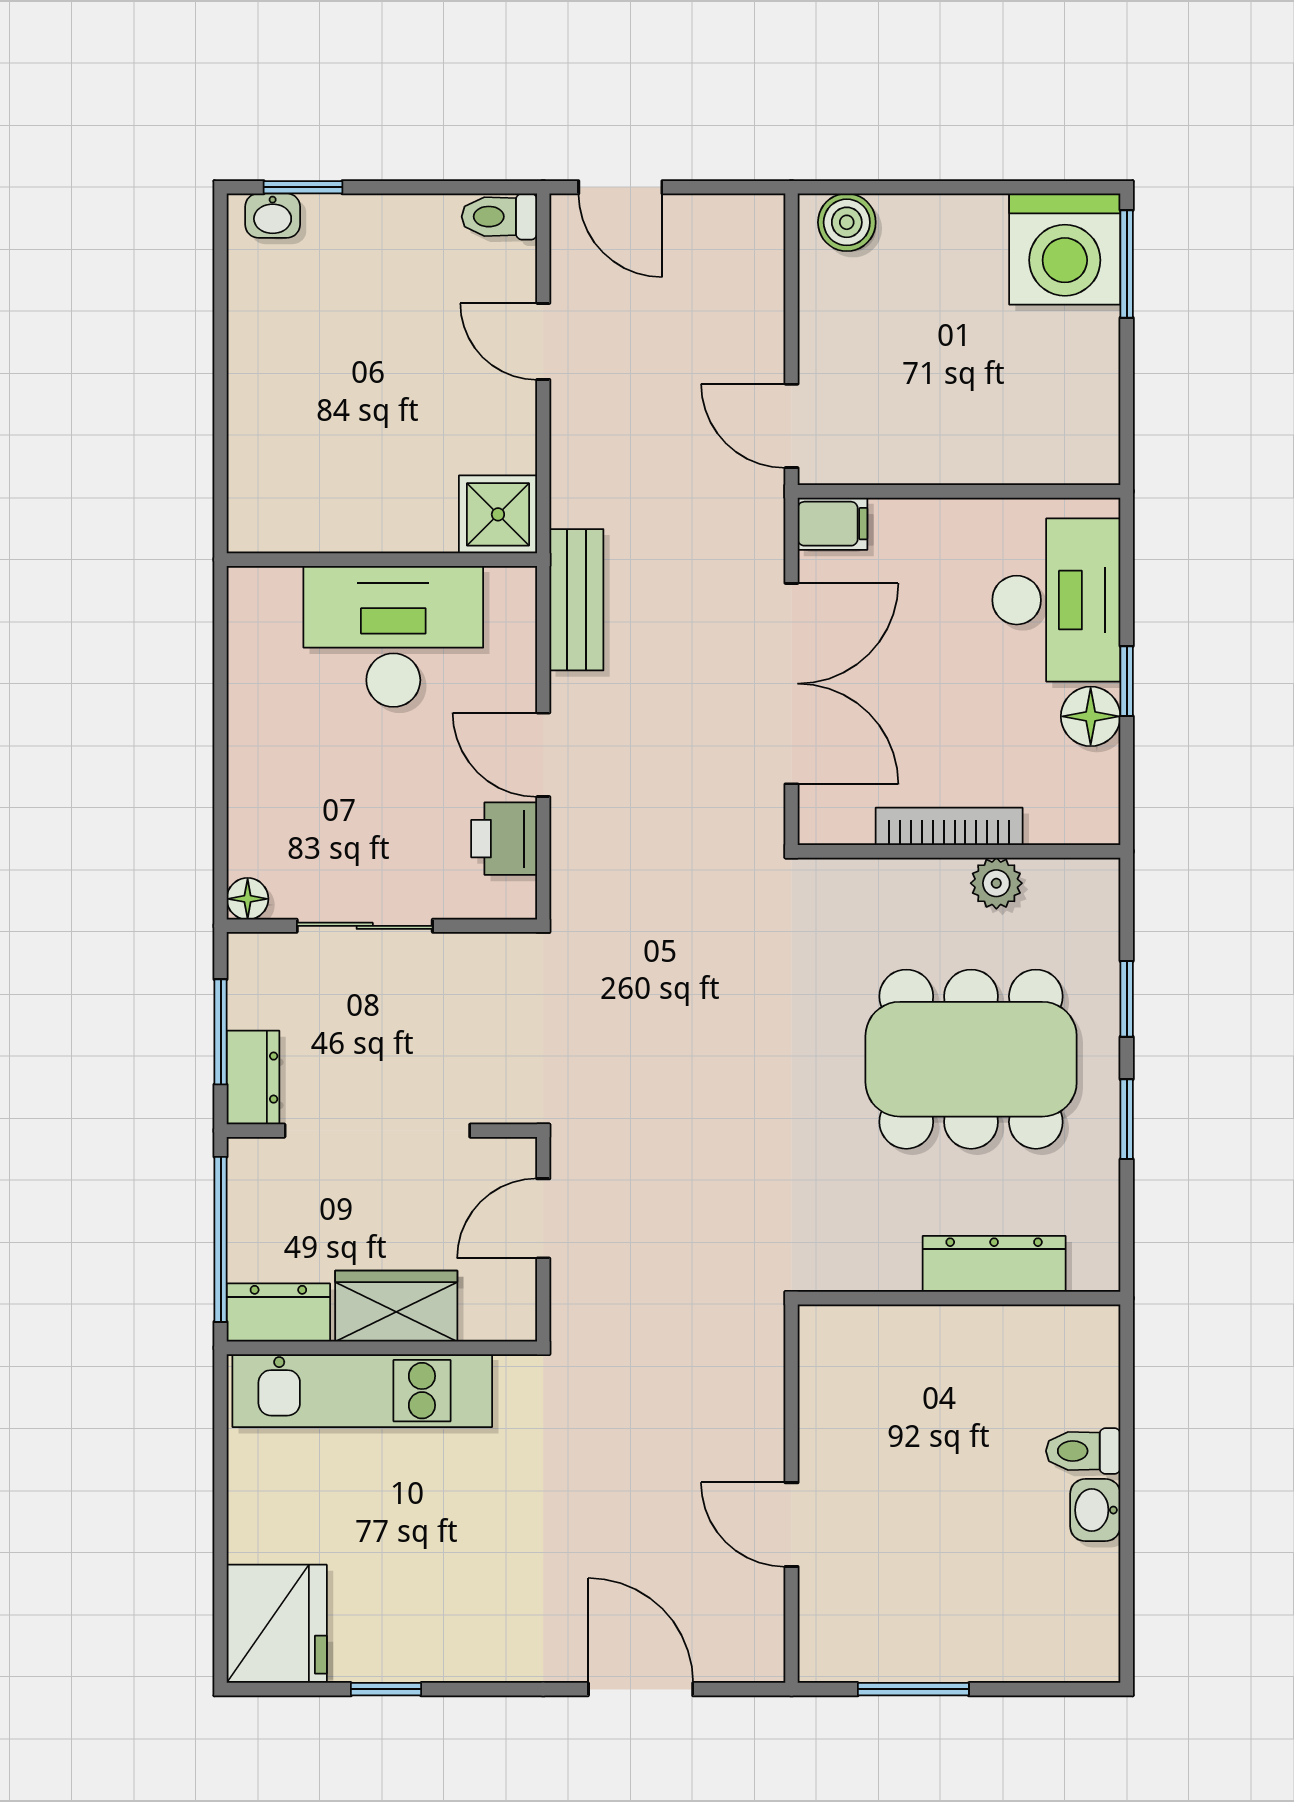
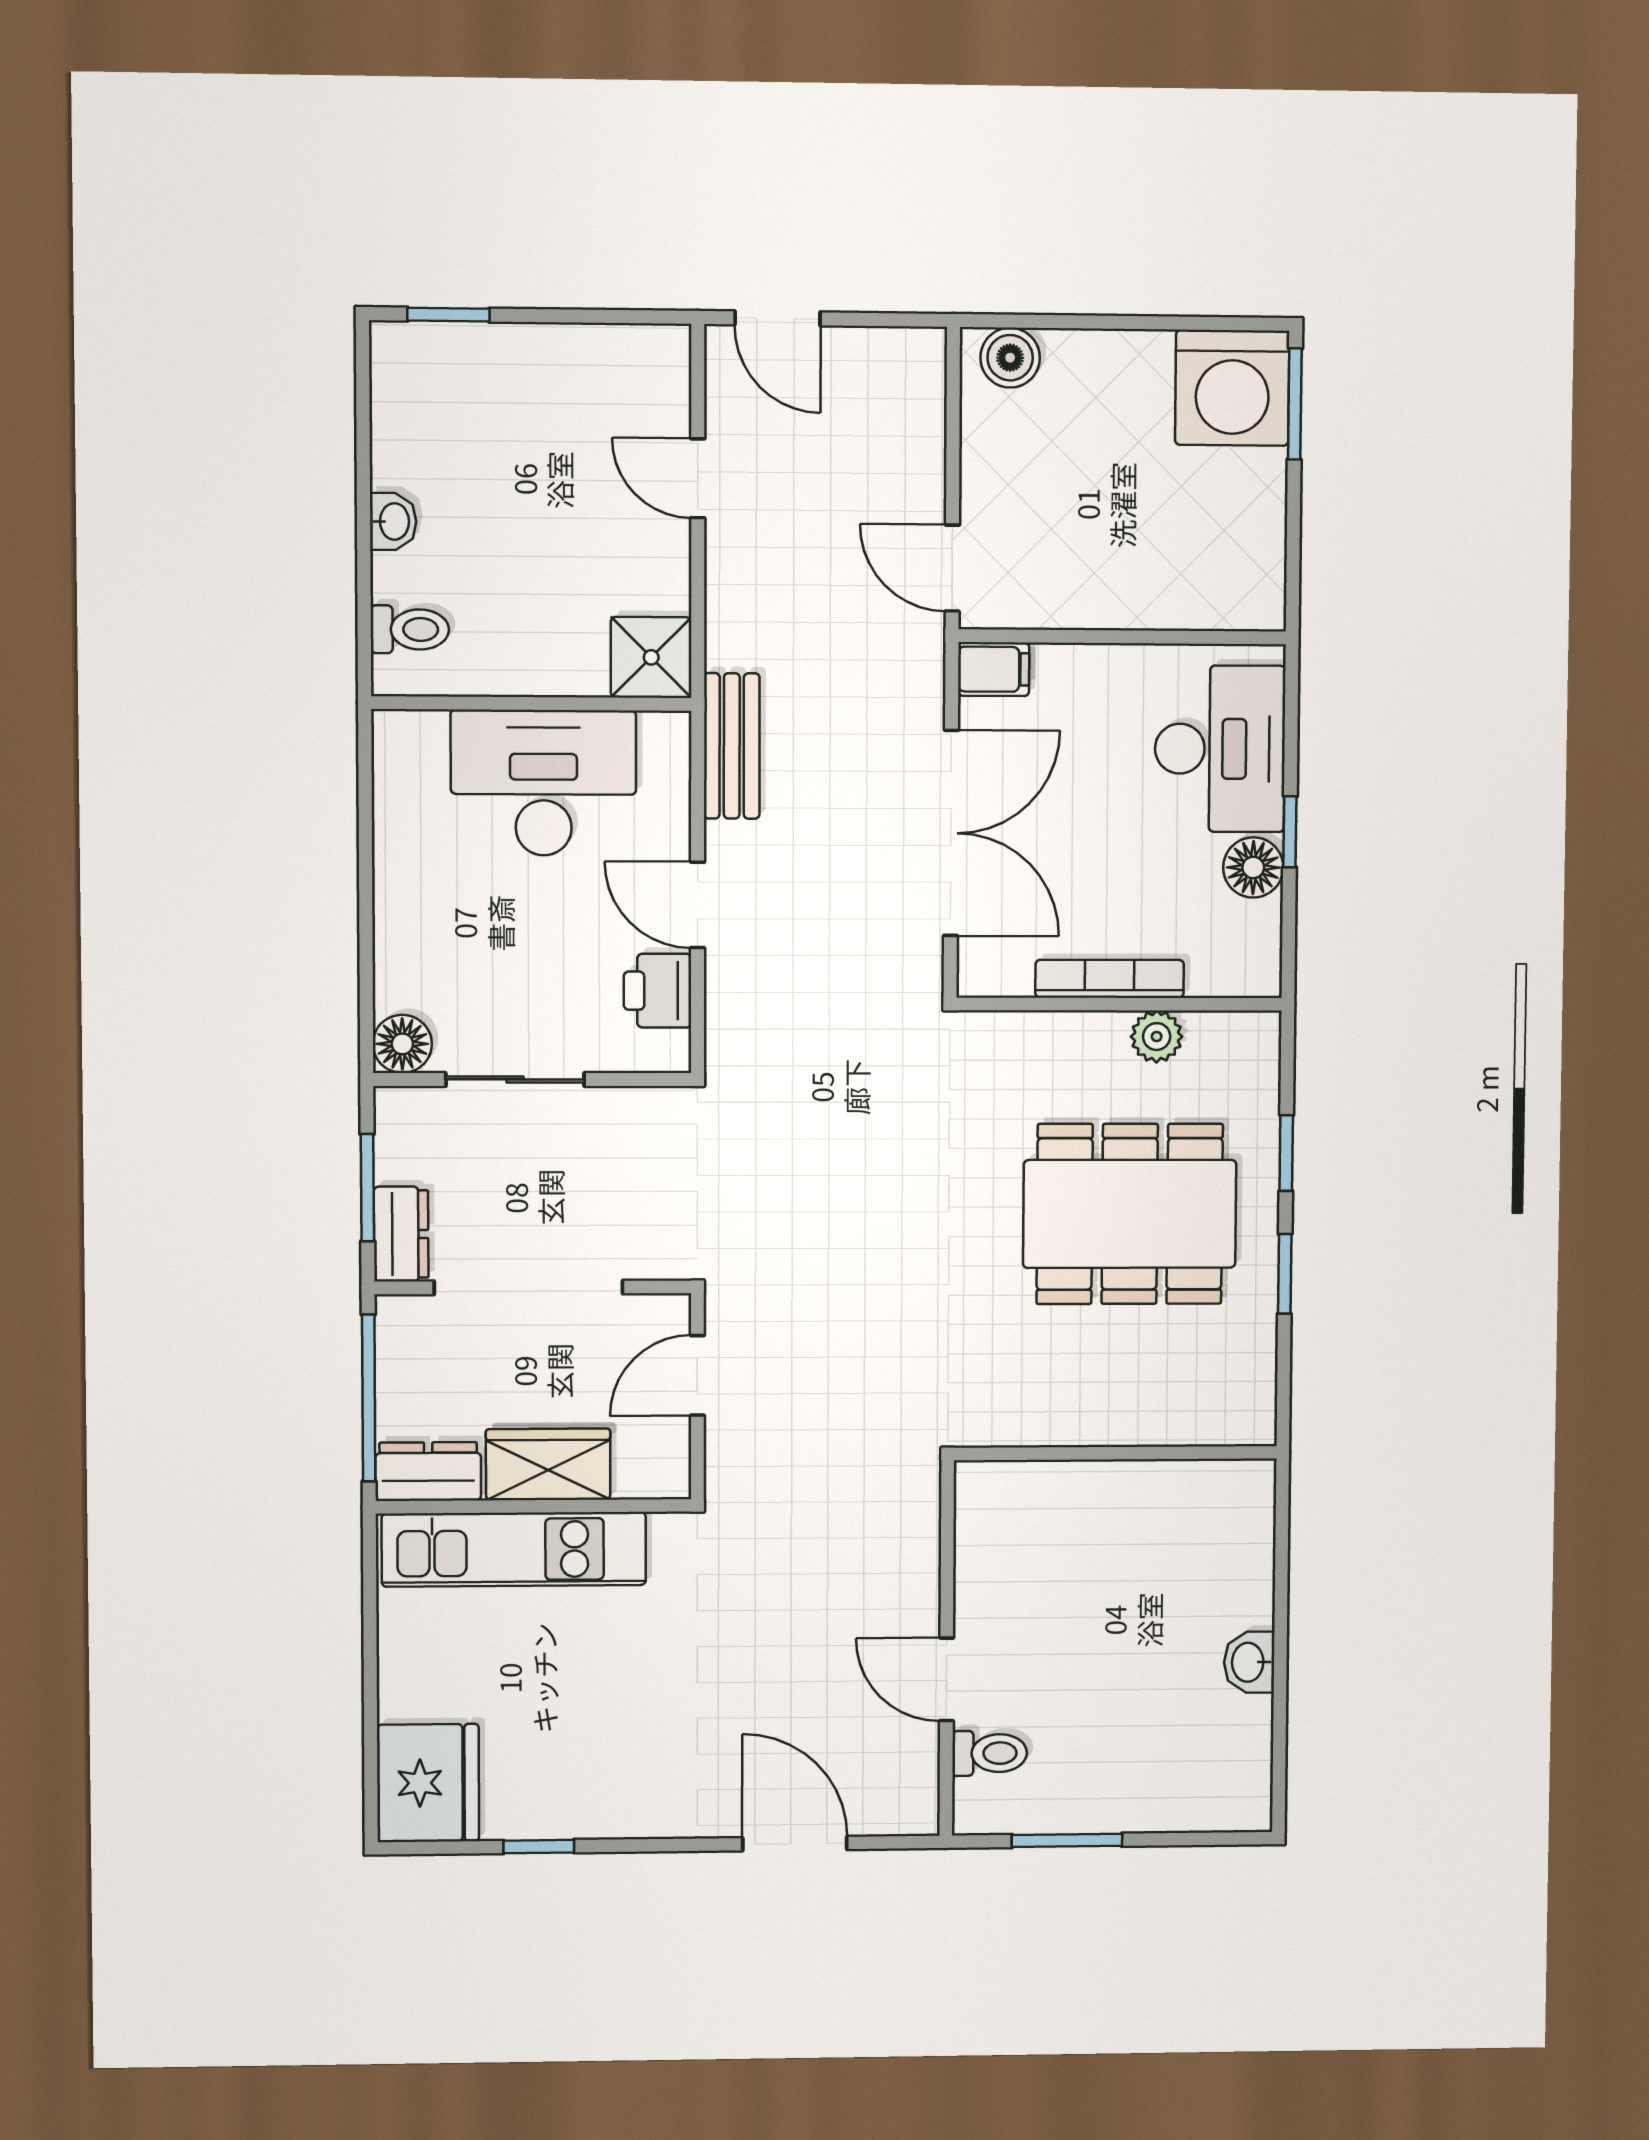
washbasin: (273, 216) -> (393, 521), moved, turned -90
toilet: (499, 217) -> (410, 629), moved, turned 180
floor lamp: (248, 899) -> (402, 1044), width x1.37, depth x1.37
dresser: (994, 1264) -> (1151, 1419), removed
toilet: (1083, 1451) -> (990, 1753), moved, turned 180

